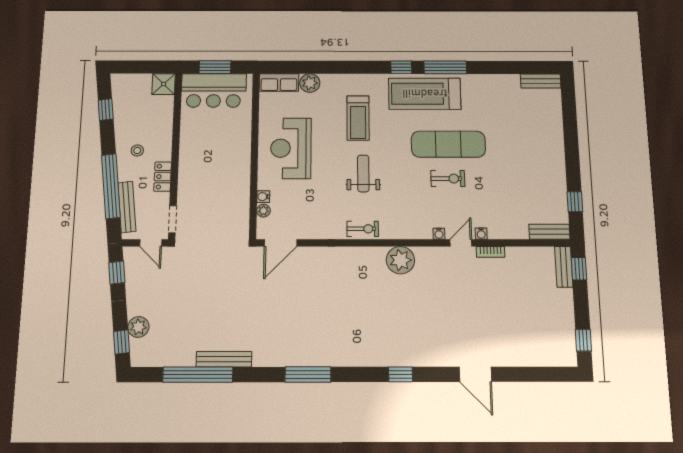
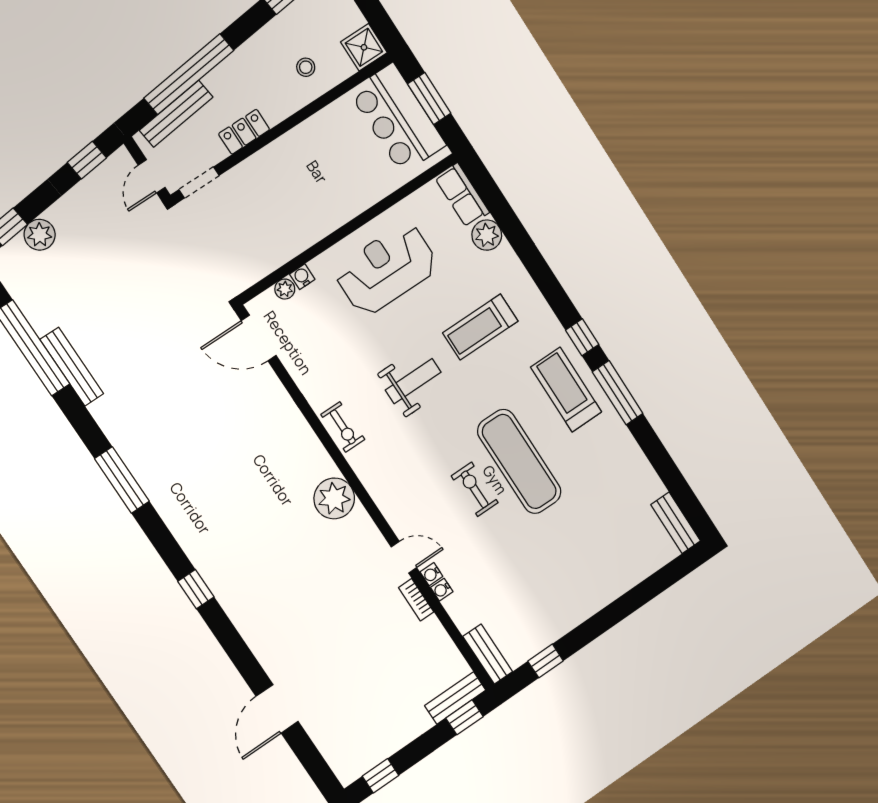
treadmill: (425, 94) -> (566, 390), width x0.73, depth x0.73
stool: (137, 150) -> (306, 67), moved
exercise bike: (448, 179) -> (475, 489), turned 180
water cooler: (439, 234) -> (442, 590), moved
door: (475, 374) -> (277, 709), moved

